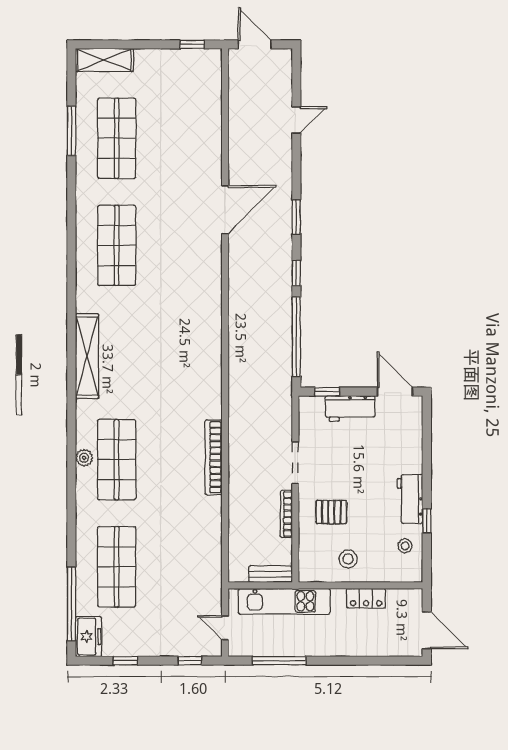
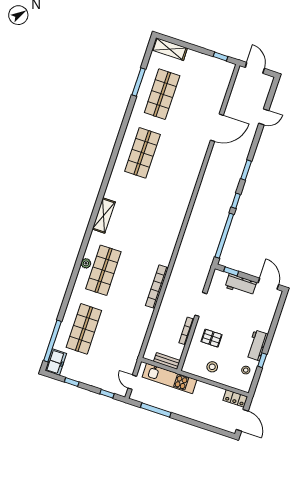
door: (225, 210) -> (217, 128), moved
shelving: (87, 356) -> (104, 216), width x0.68
locker: (366, 598) -> (235, 398), moved

